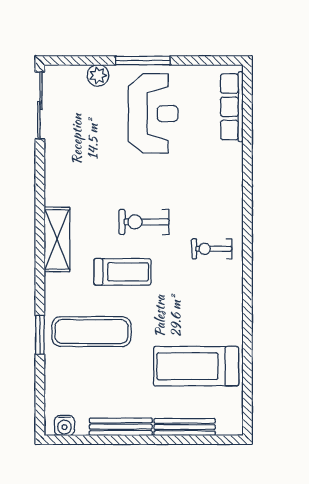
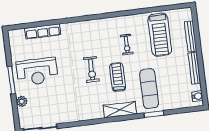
row of seats: (232, 107) -> (43, 31), moved
reception desk: (153, 114) -> (37, 72), turned 180
shelving: (57, 239) -> (120, 110), moved
exercise bike: (212, 249) -> (127, 45), moved

